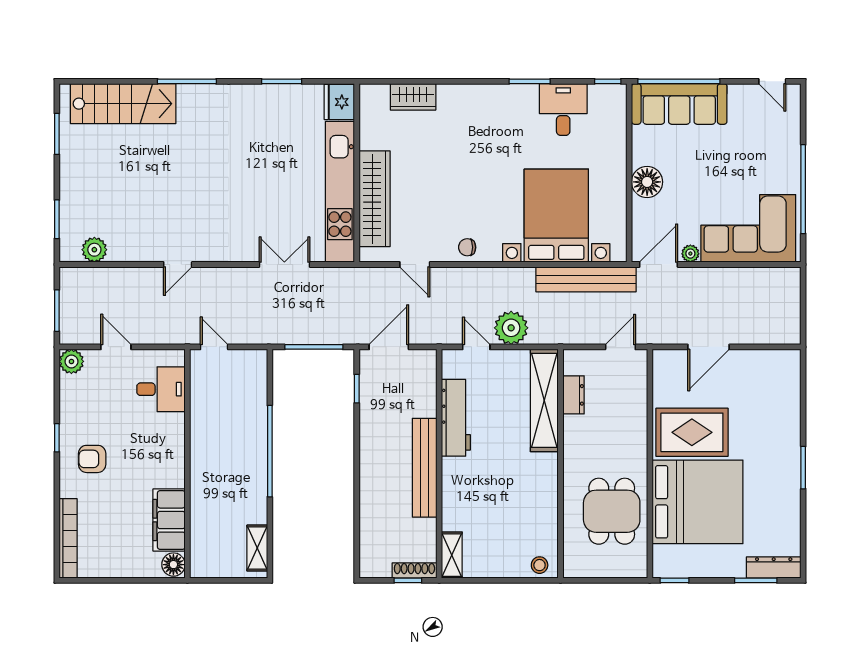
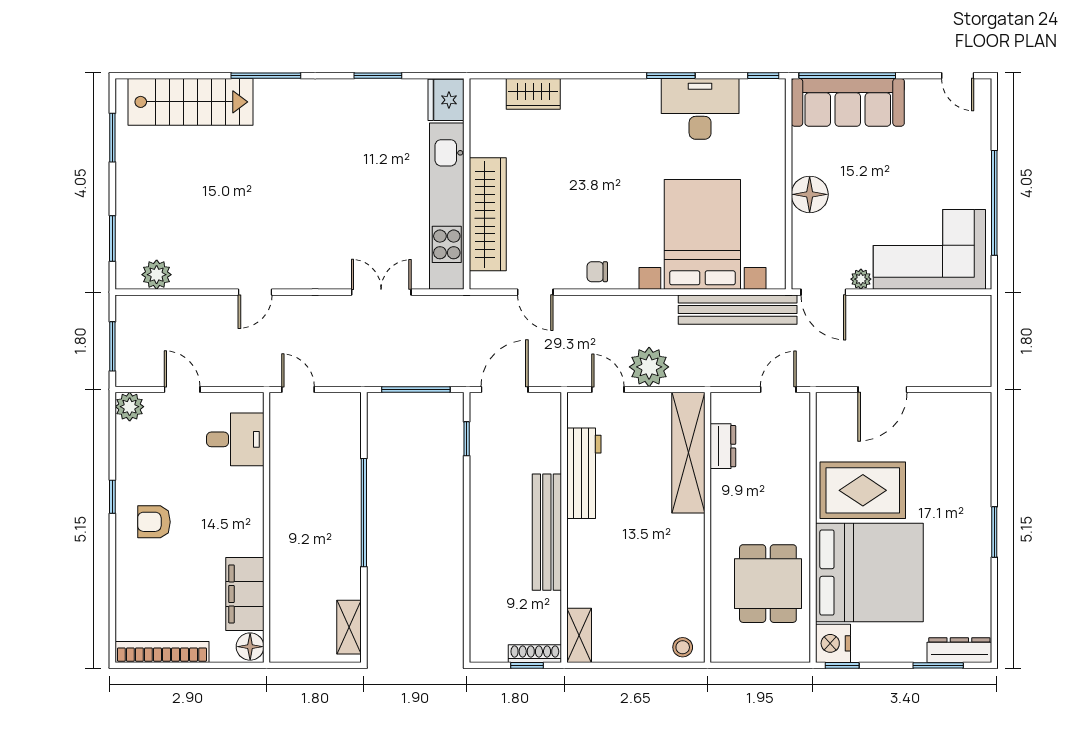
desk: (563, 109) -> (700, 109), width x1.37
door: (659, 265) -> (823, 292), swing flipped
bookcase: (68, 538) -> (162, 652), moved, turned -90
nightstand: (667, 562) -> (833, 643), added

